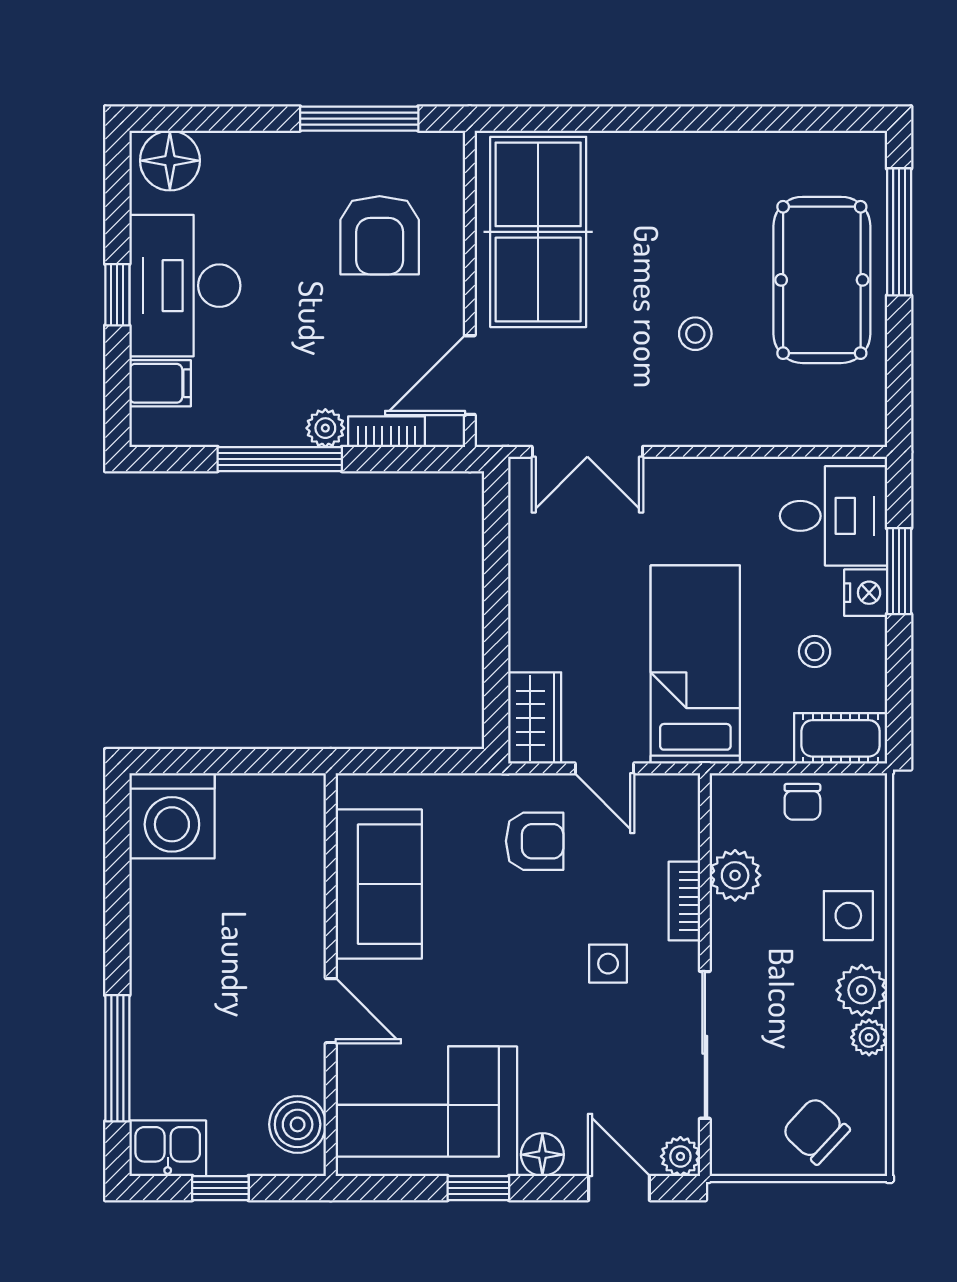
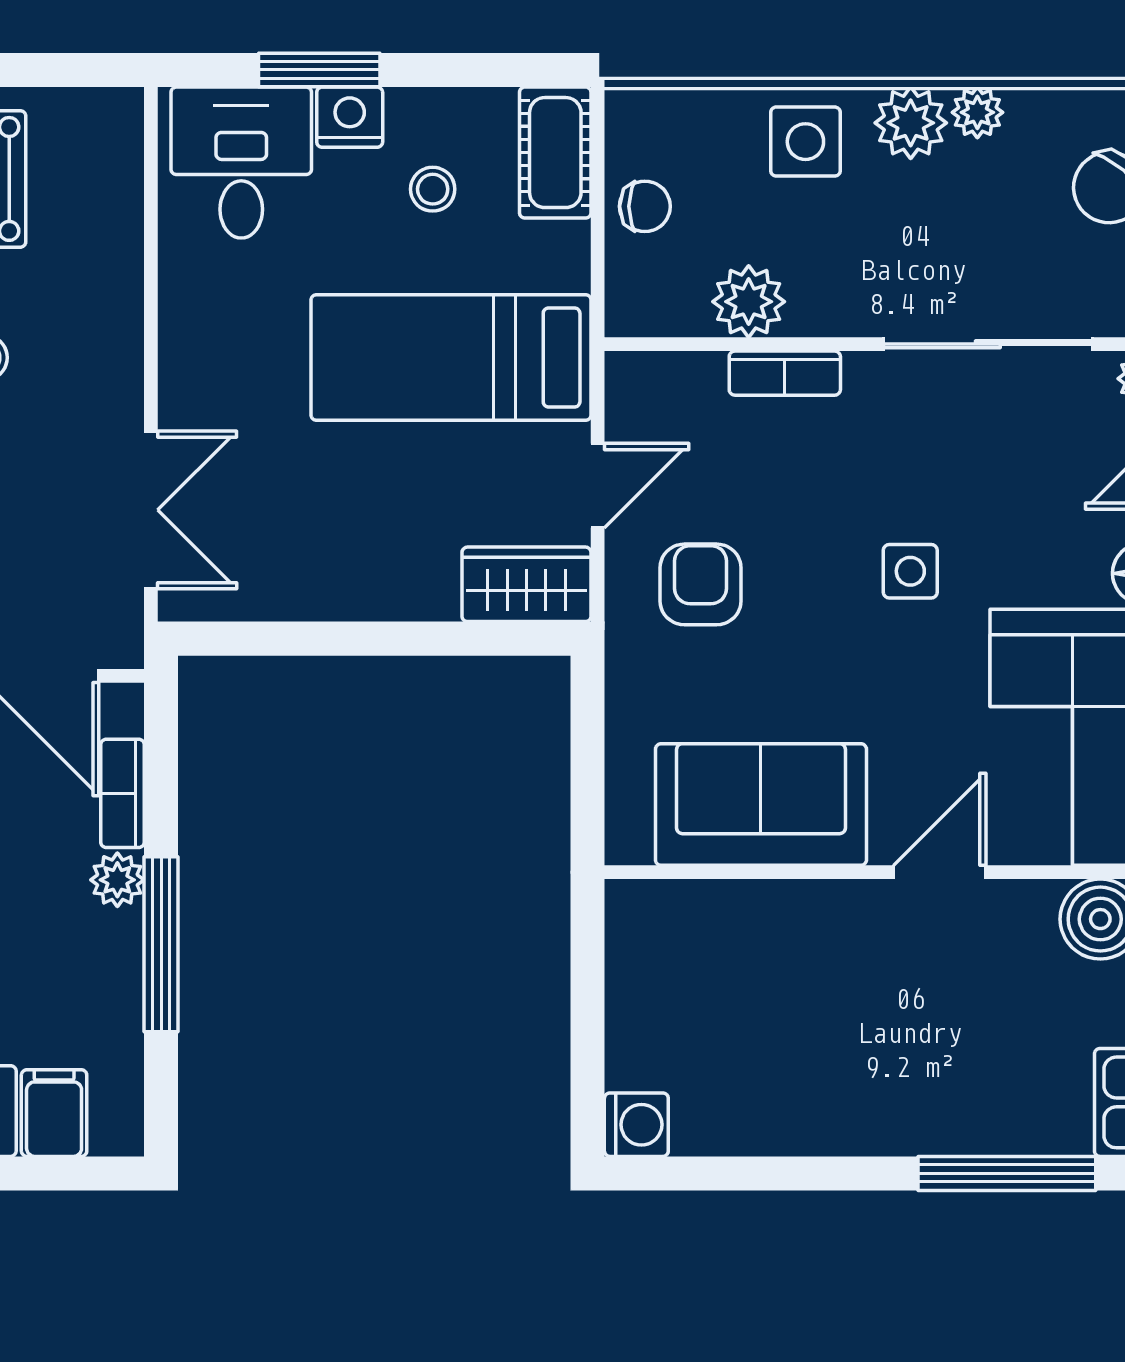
washing machine: (172, 816) -> (636, 1125), width x0.53, depth x0.53
side table: (608, 964) -> (910, 571), moved

